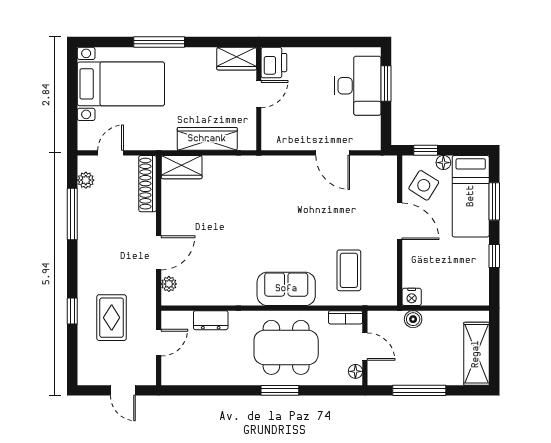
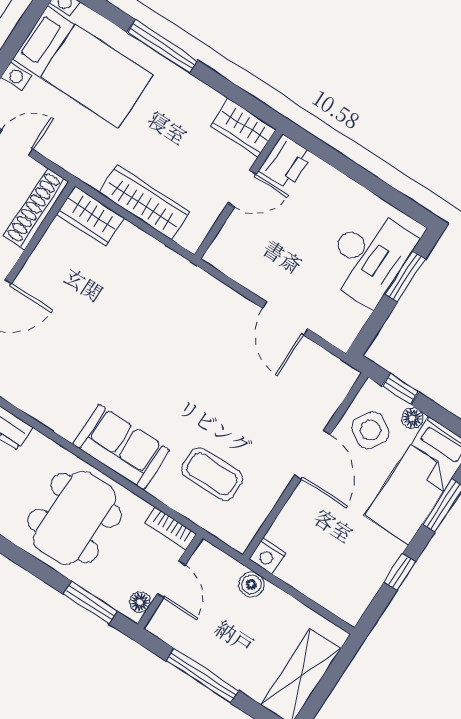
coffee table: (349, 270) -> (212, 474), turned 90
dining table: (286, 347) -> (75, 518), turned 90
window: (280, 390) -> (90, 603), moved

